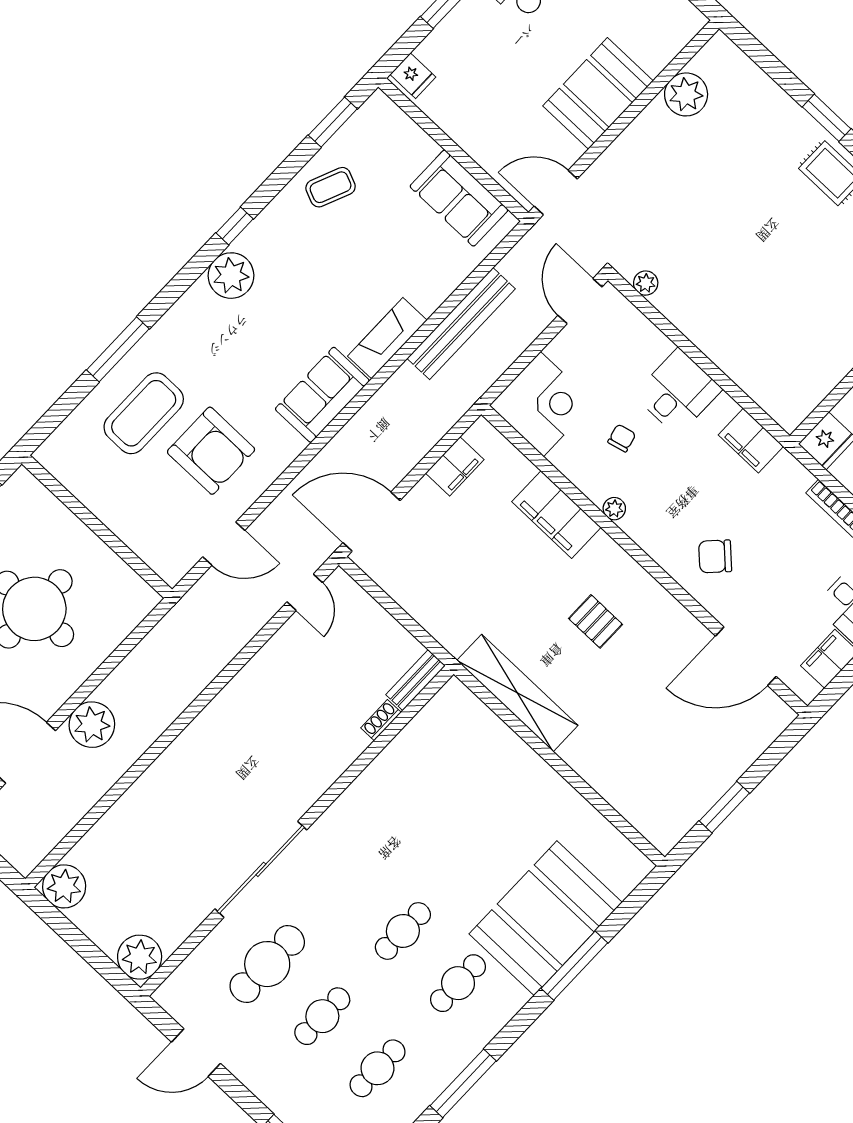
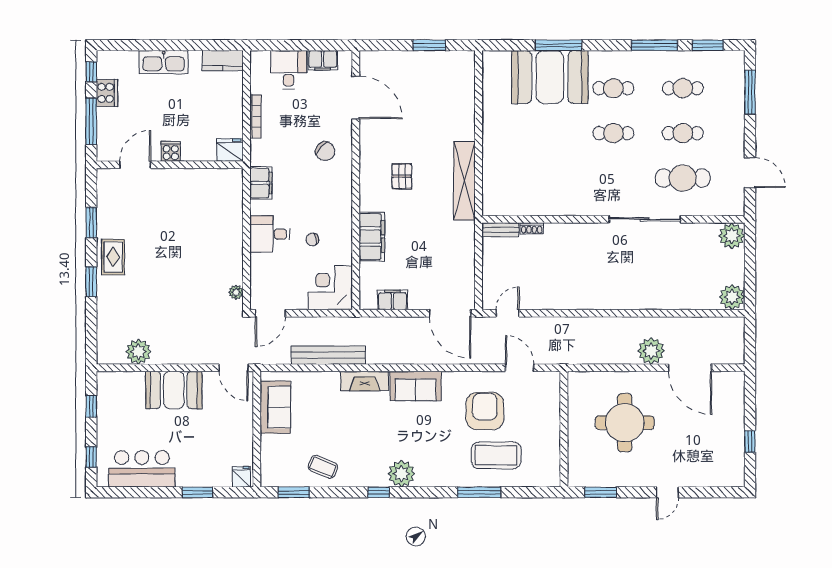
plant: (614, 509) -> (346, 214), removed

